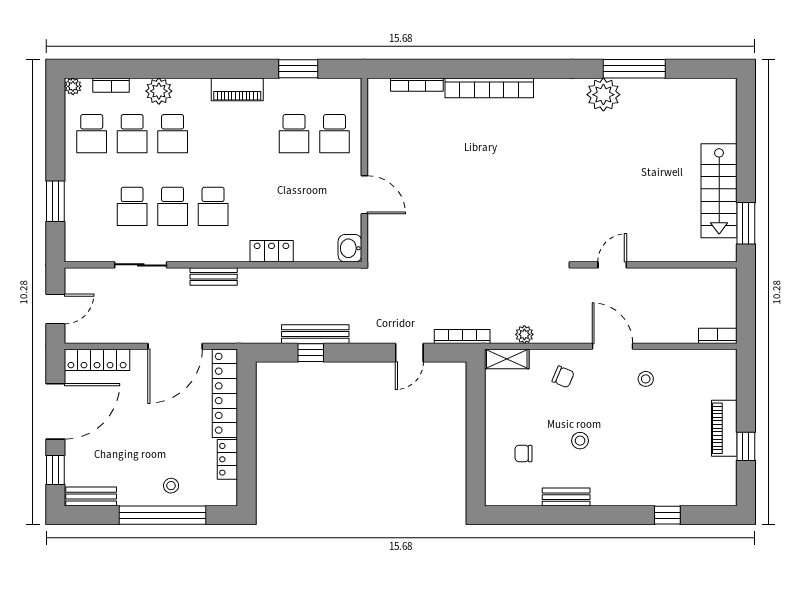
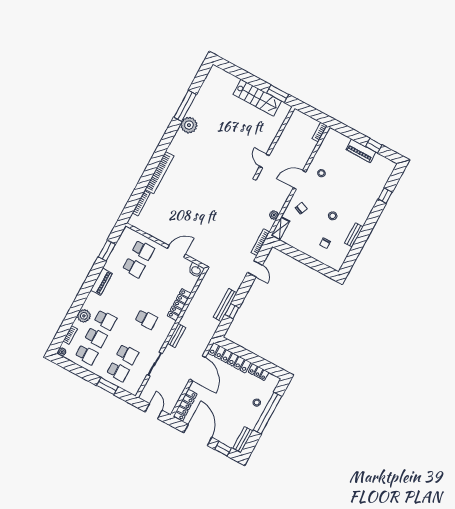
school desk: (173, 206) -> (118, 372), moved
locker: (272, 251) -> (179, 305), width x1.53

